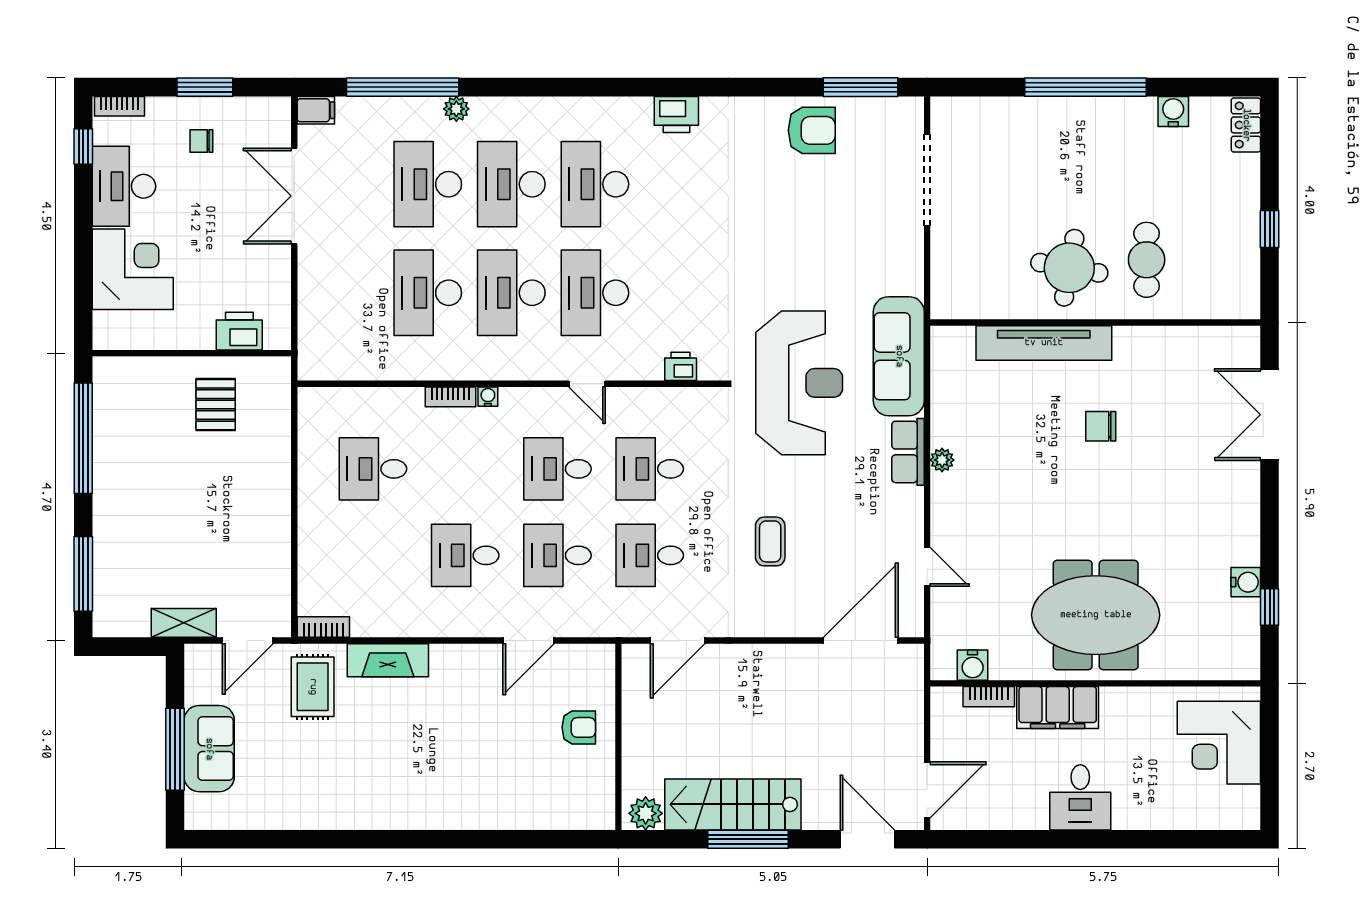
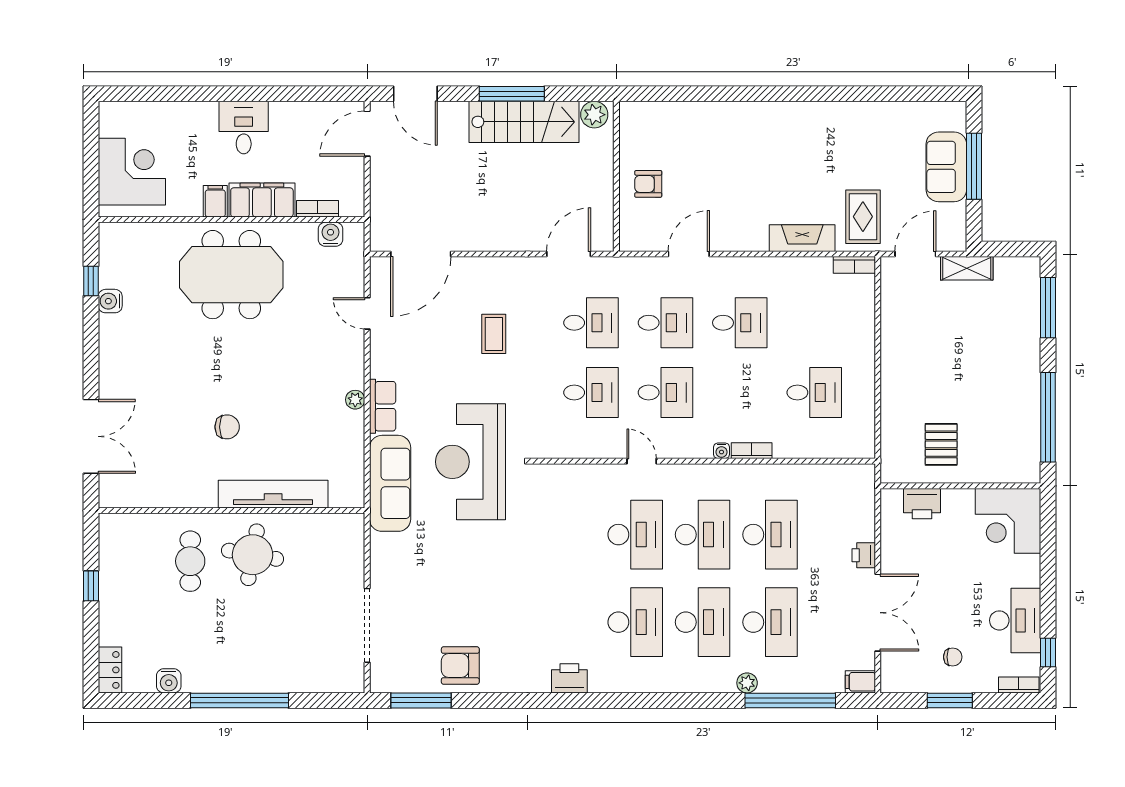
corner desk: (133, 269) -> (1008, 521), moved
printer: (681, 366) -> (864, 555), moved, turned 90
filing cabinet: (1116, 706) -> (215, 201), added

